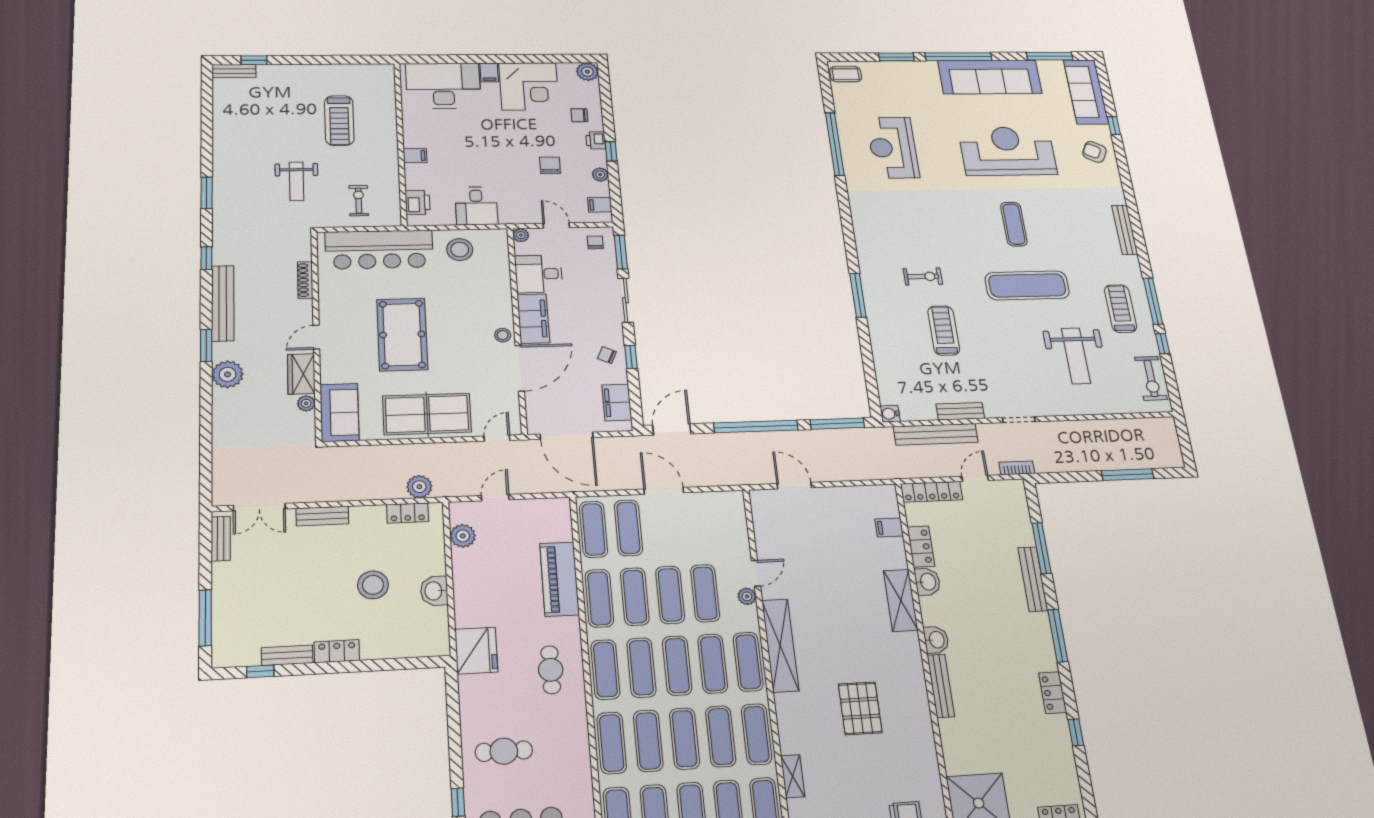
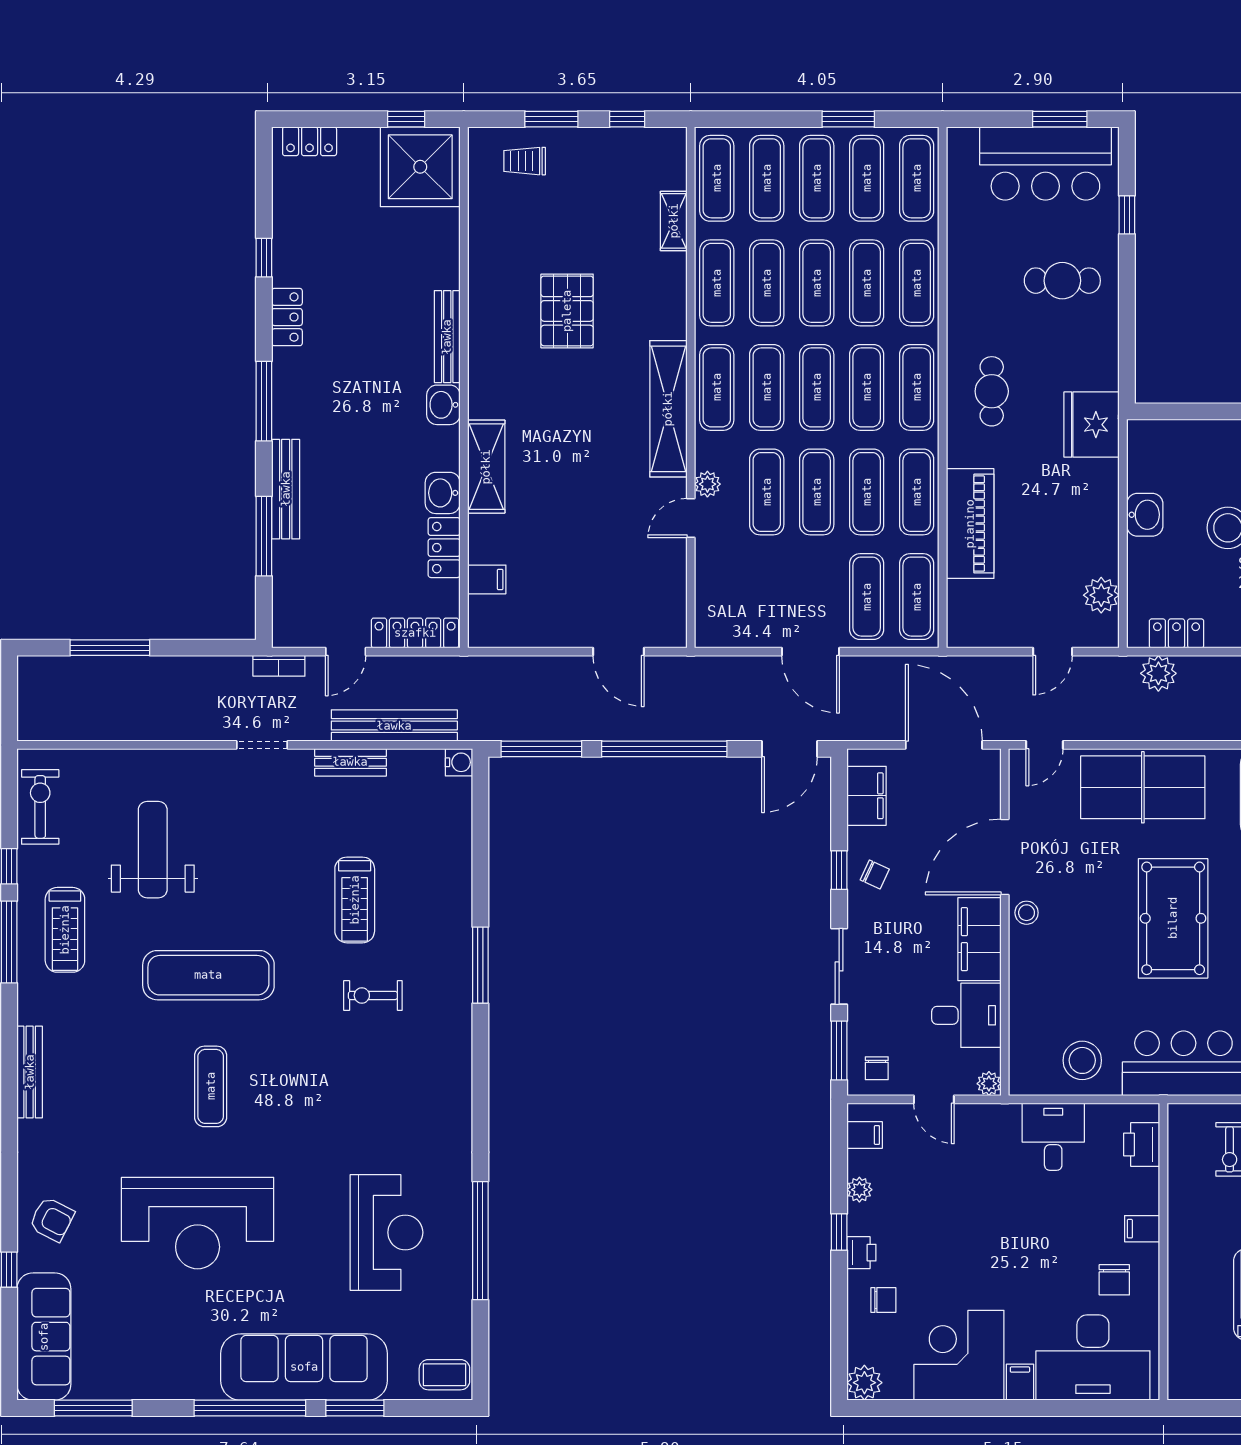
sofa: (990, 77) -> (304, 1367), moved
chair: (550, 165) -> (1114, 1280), moved

